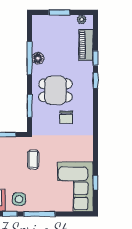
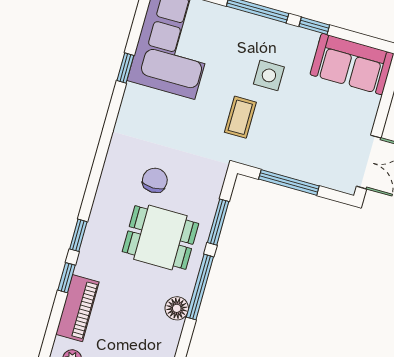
window: (30, 58) -> (200, 287), moved
window: (96, 183) -> (125, 68), moved
side table: (19, 199) -> (269, 75), moved

